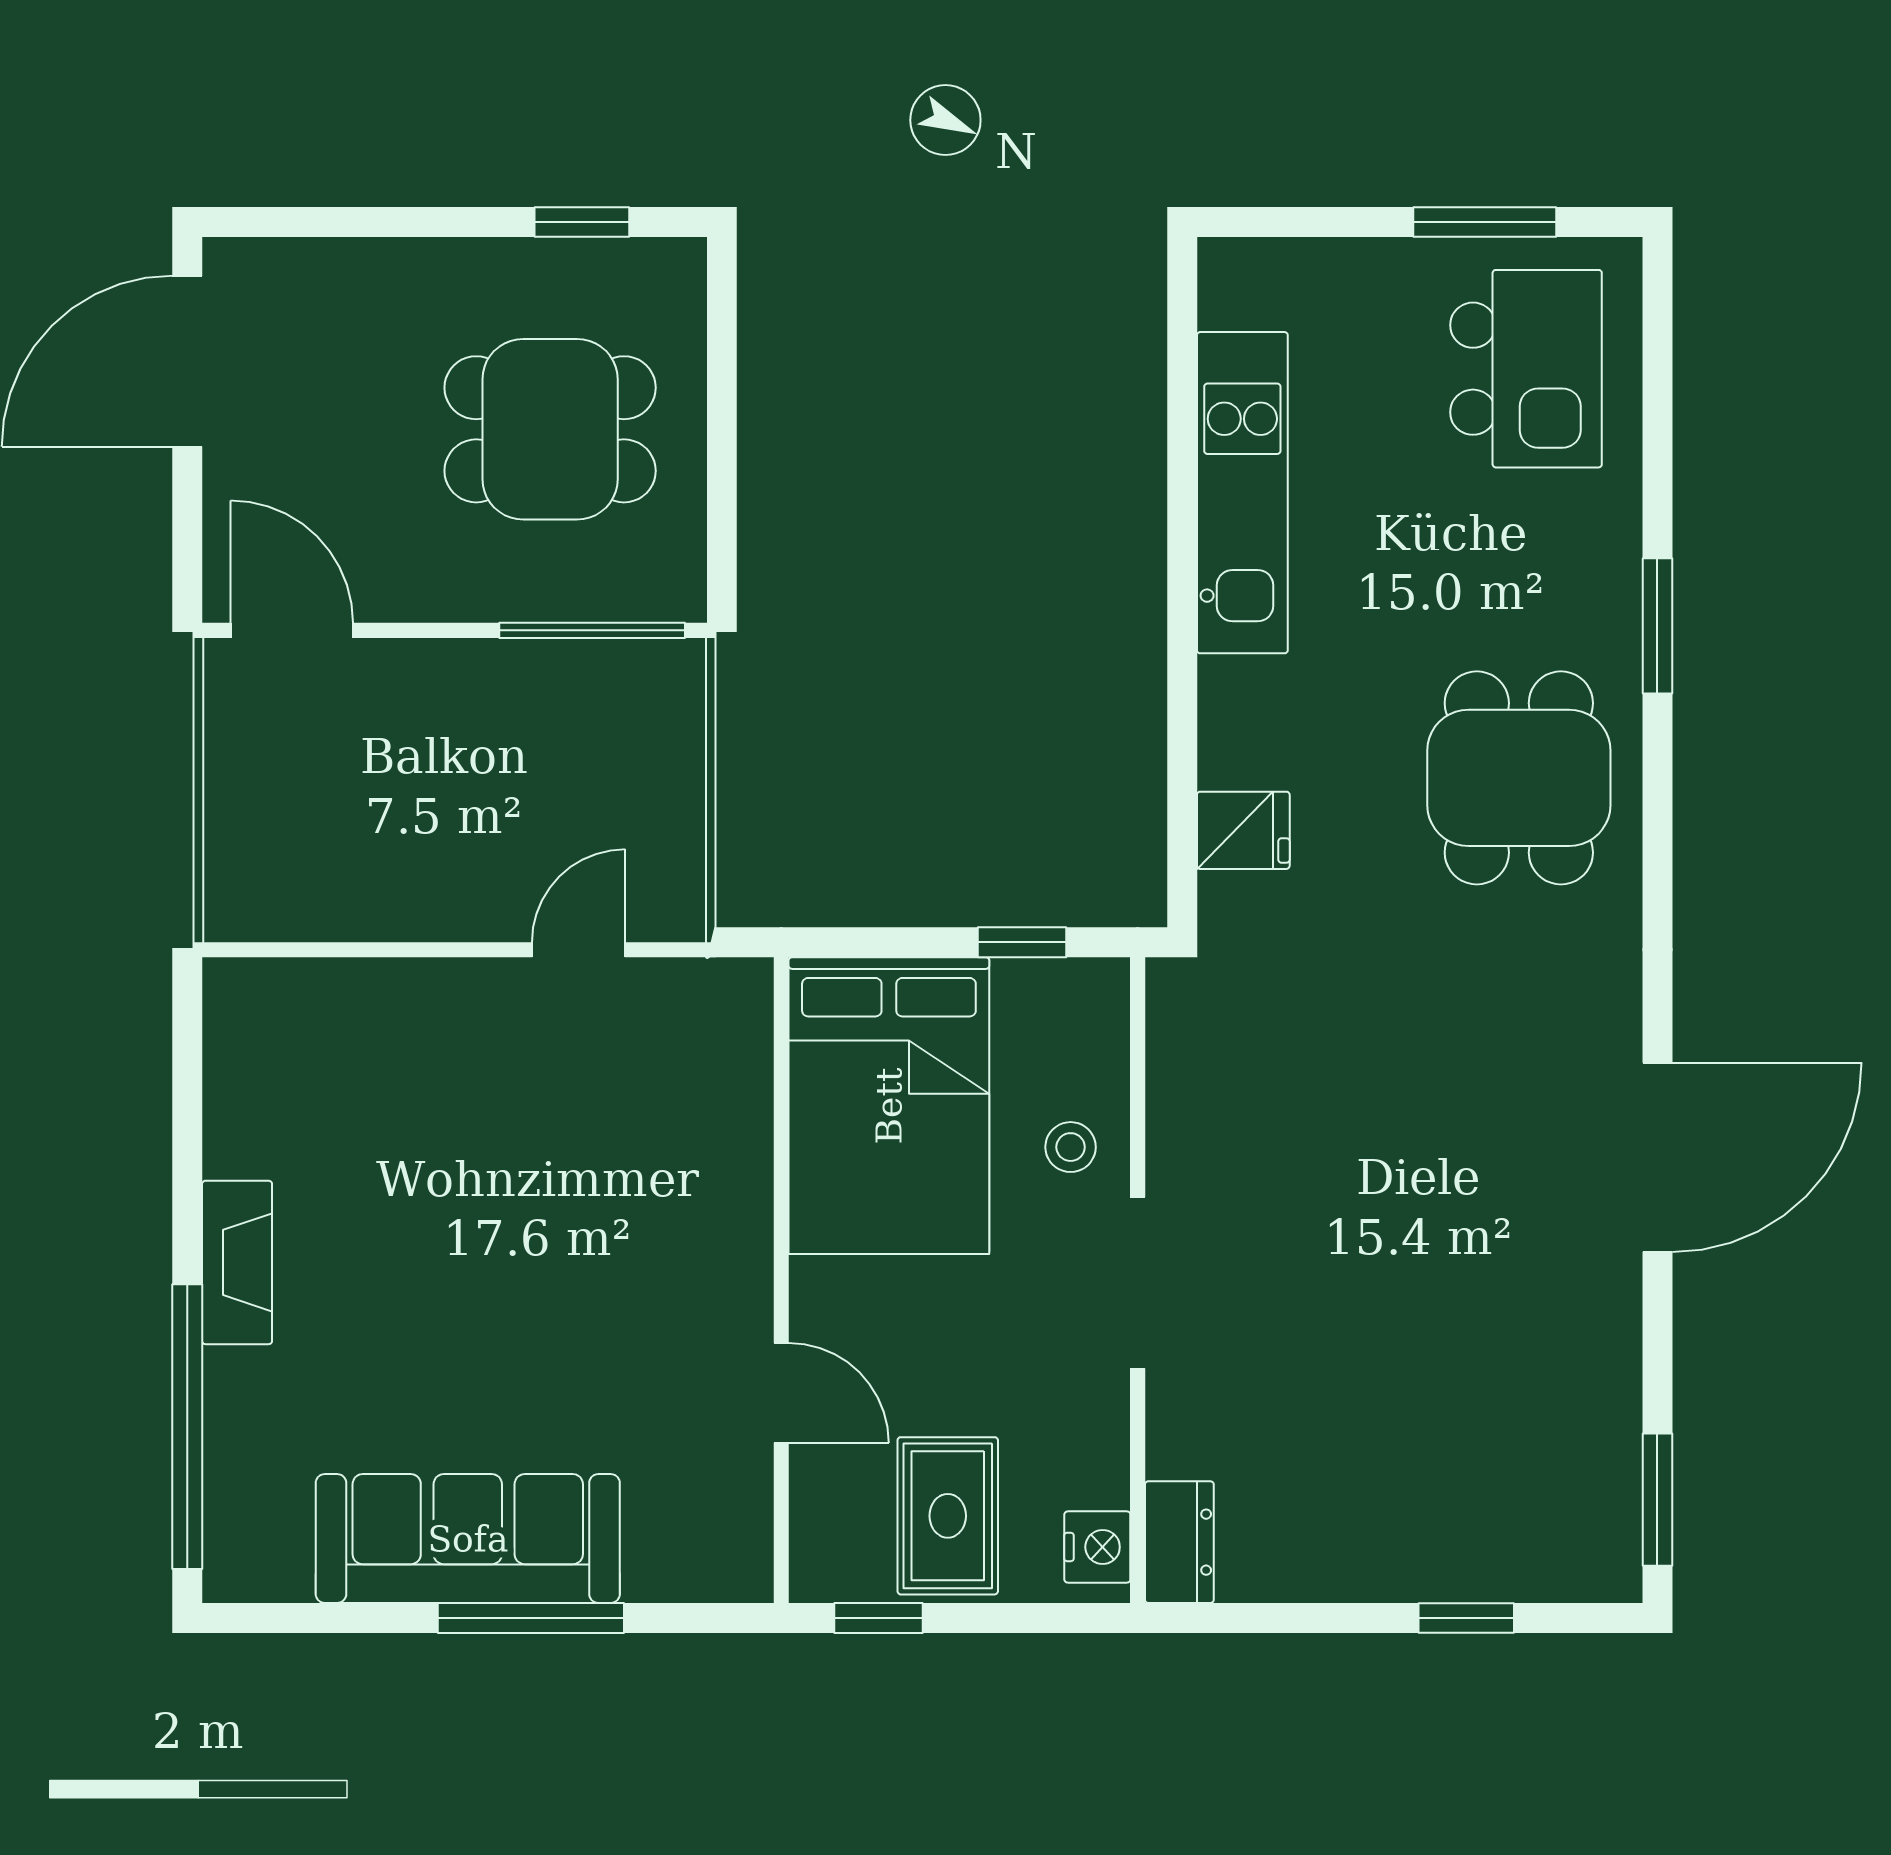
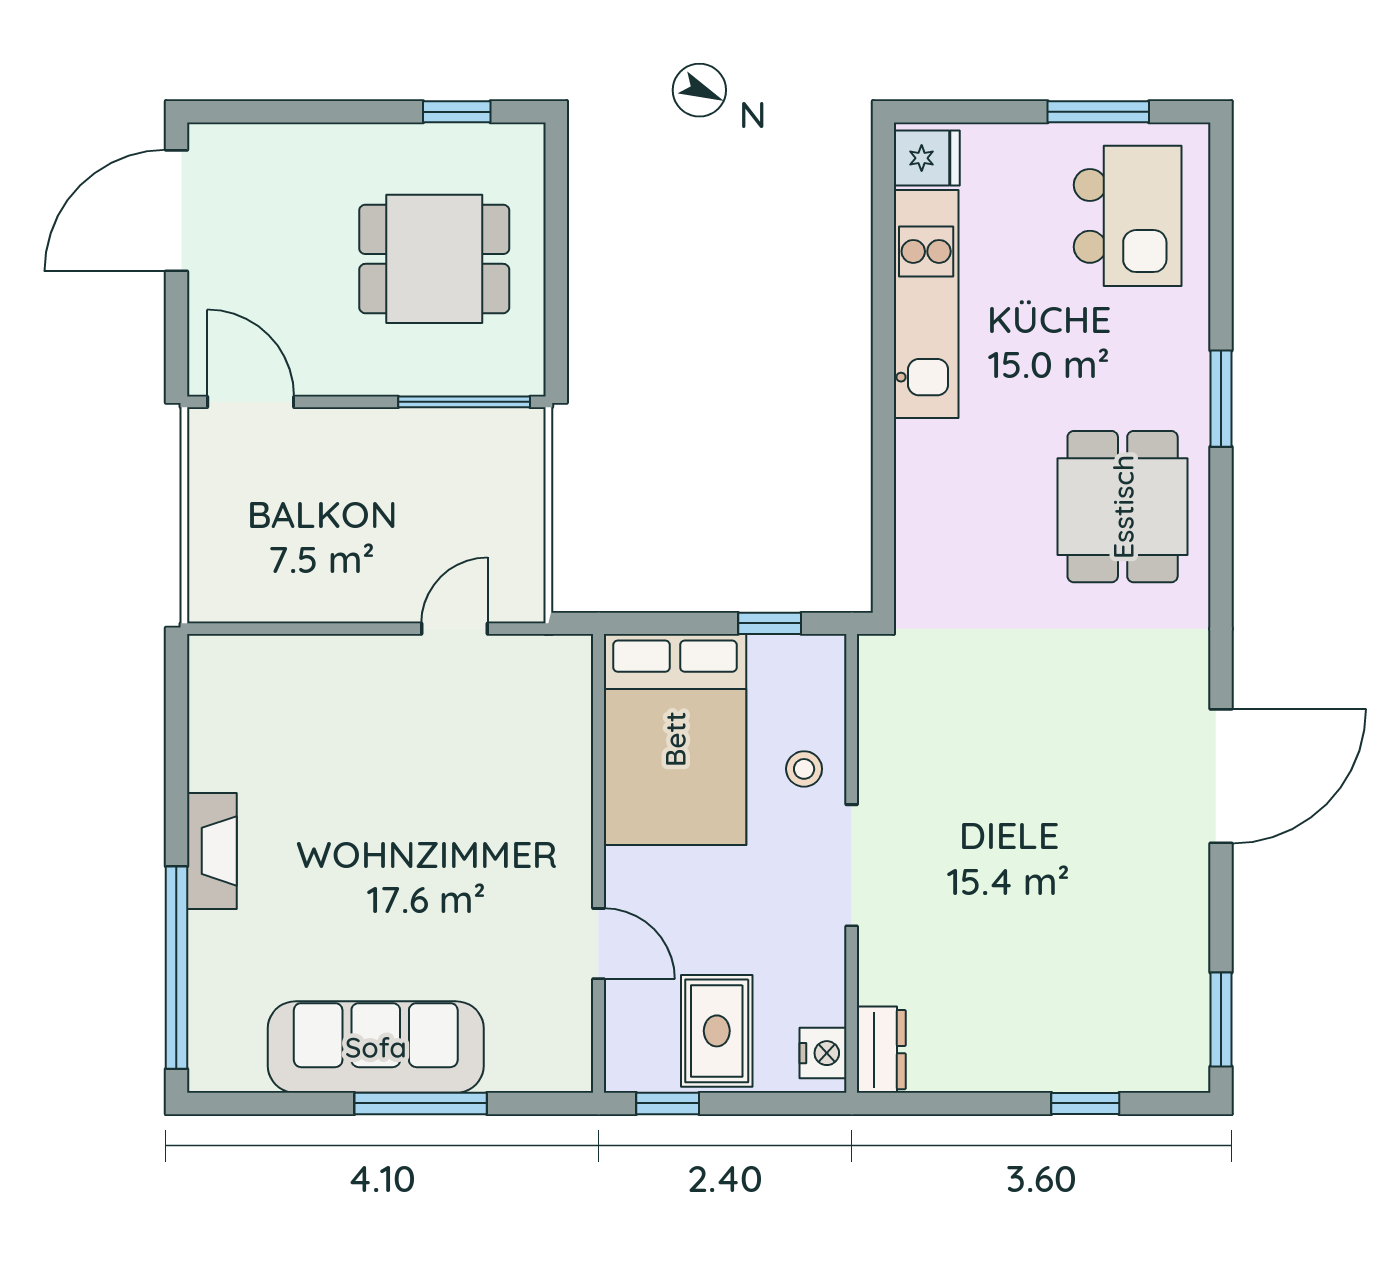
fridge: (1243, 830) -> (927, 158), moved

